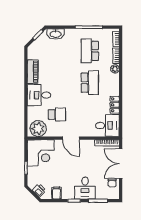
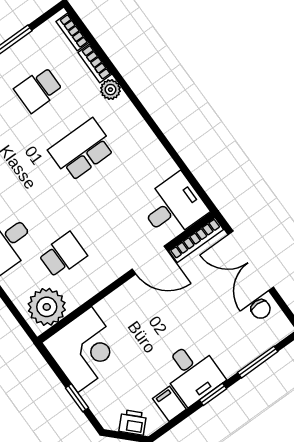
school desk: (90, 51) -> (38, 90), width x0.54
school desk: (90, 83) -> (82, 150), turned -90
locker: (115, 105) -> (159, 158), removed
door: (71, 138) -> (150, 260), moved
desk: (85, 188) -> (192, 373), moved

